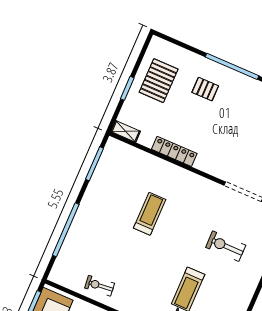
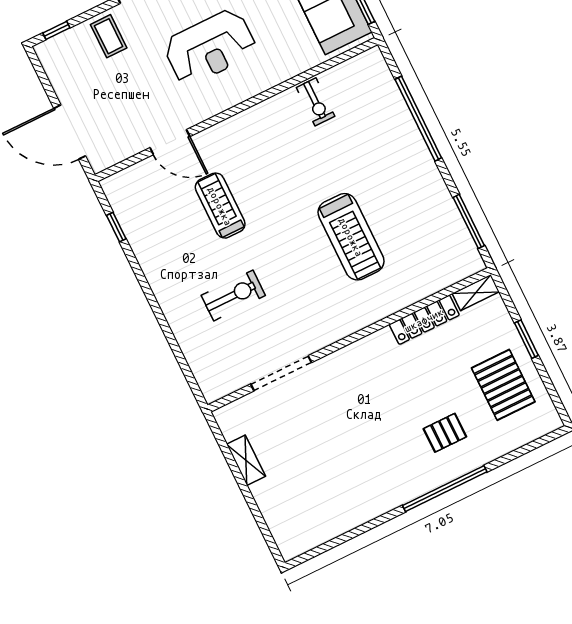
locker: (174, 151) -> (424, 320), moved
treadmill: (150, 214) -> (351, 237), width x1.37, depth x1.38
exercise bike: (100, 286) -> (316, 102), turned 96

